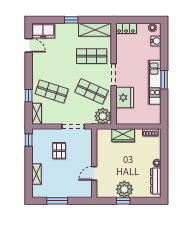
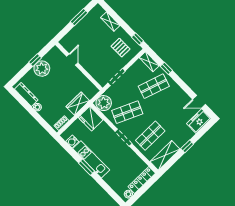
locker: (126, 28) -> (142, 180), width x1.53
water cooler: (156, 41) -> (72, 141), moved
fridge: (125, 98) -> (91, 119), moved
pallet: (59, 151) -> (121, 48), moved

